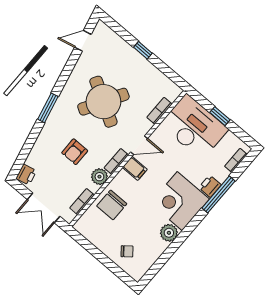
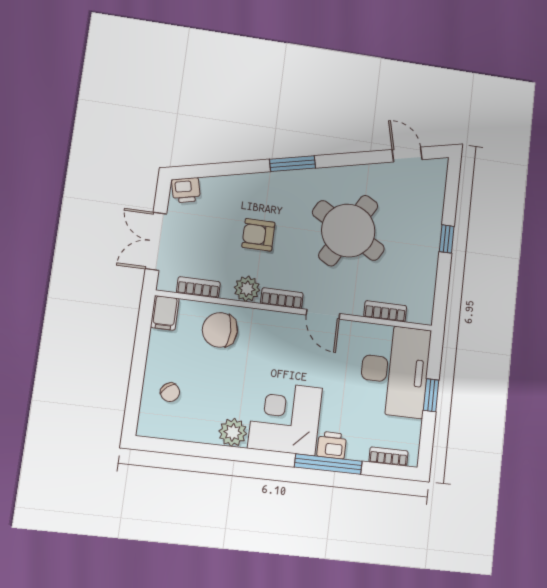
filing cabinet: (135, 168) -> (165, 313), moved

